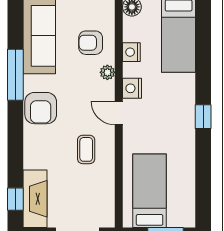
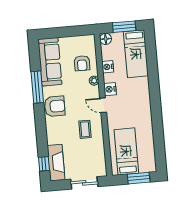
armchair: (91, 43) -> (82, 63), turned -90
armchair: (41, 108) -> (55, 106), turned -90
window: (203, 117) -> (155, 103), removed

